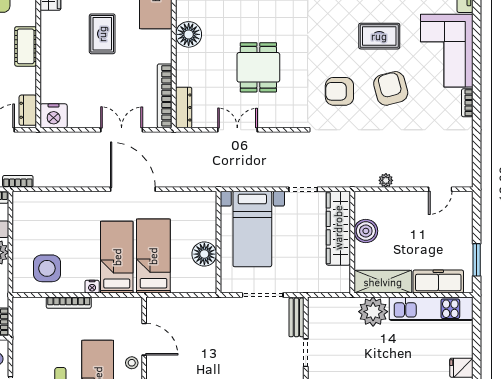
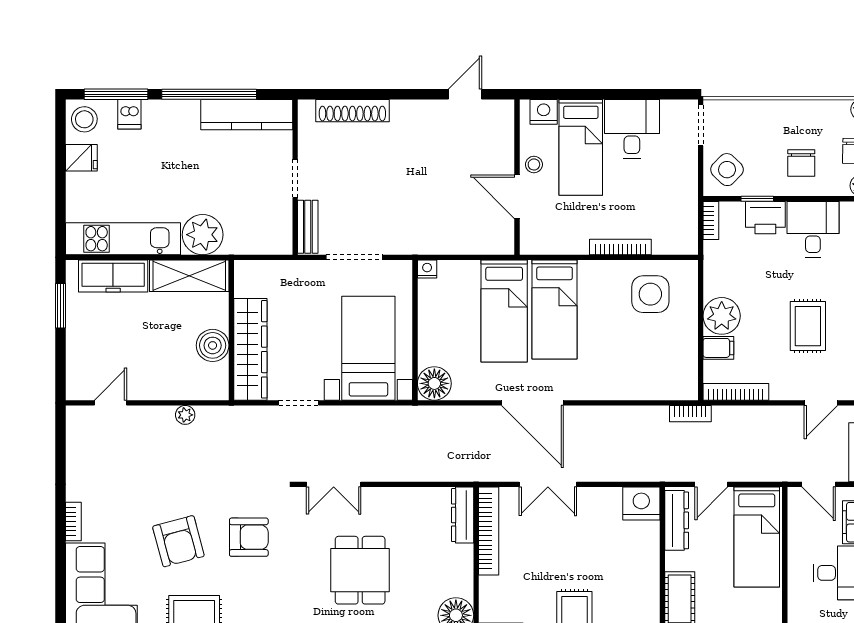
dresser: (28, 110) -> (677, 520), width x1.44
double door: (237, 130) -> (334, 484), moved
floor lamp: (204, 254) -> (434, 383), moved
nightstand: (92, 287) -> (427, 269), moved

